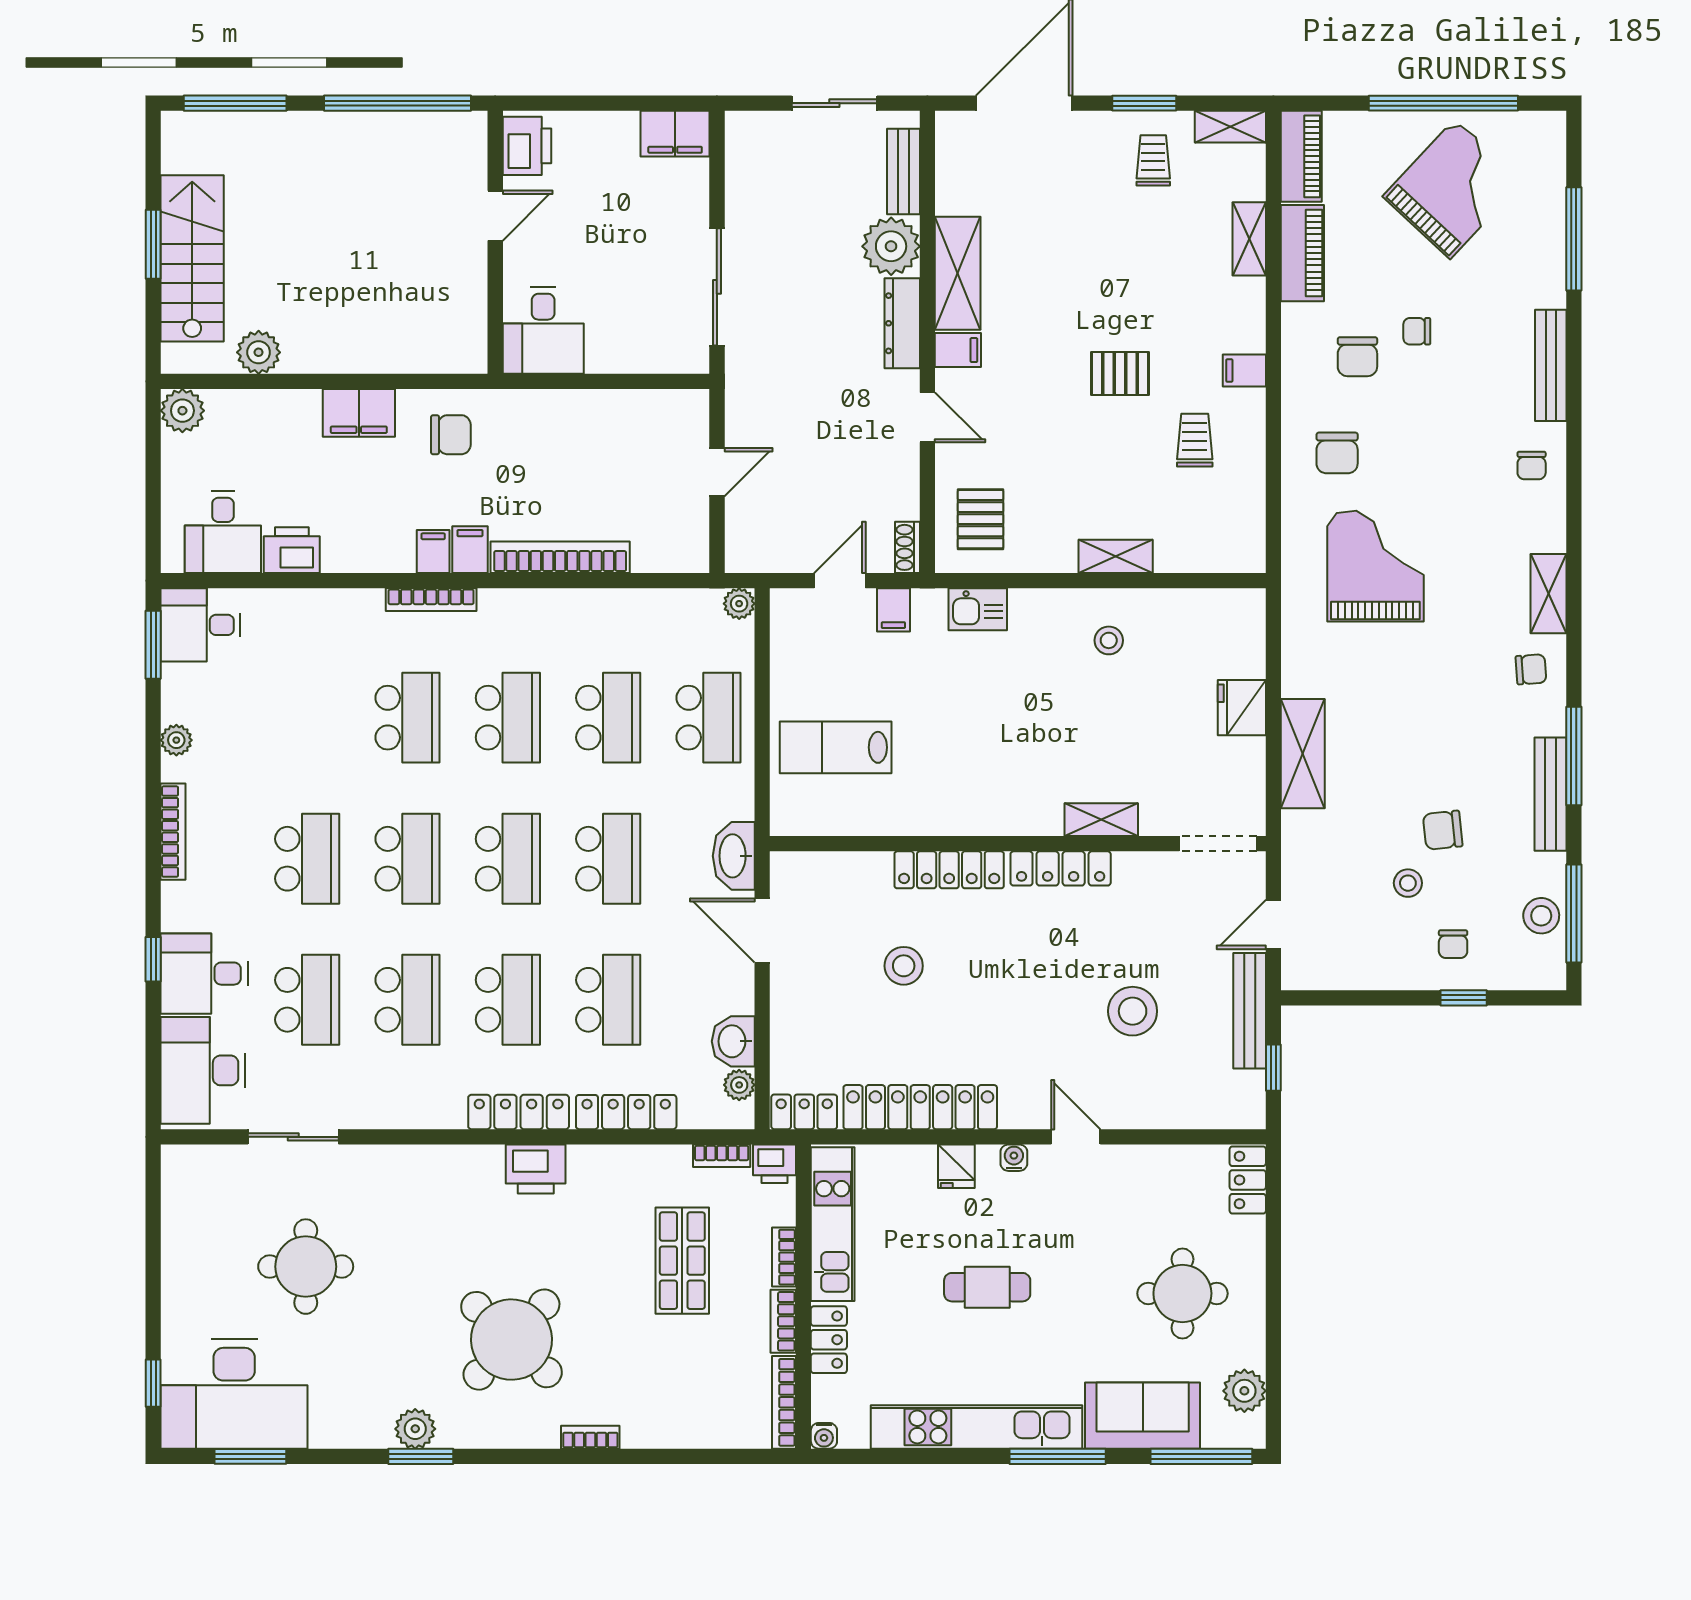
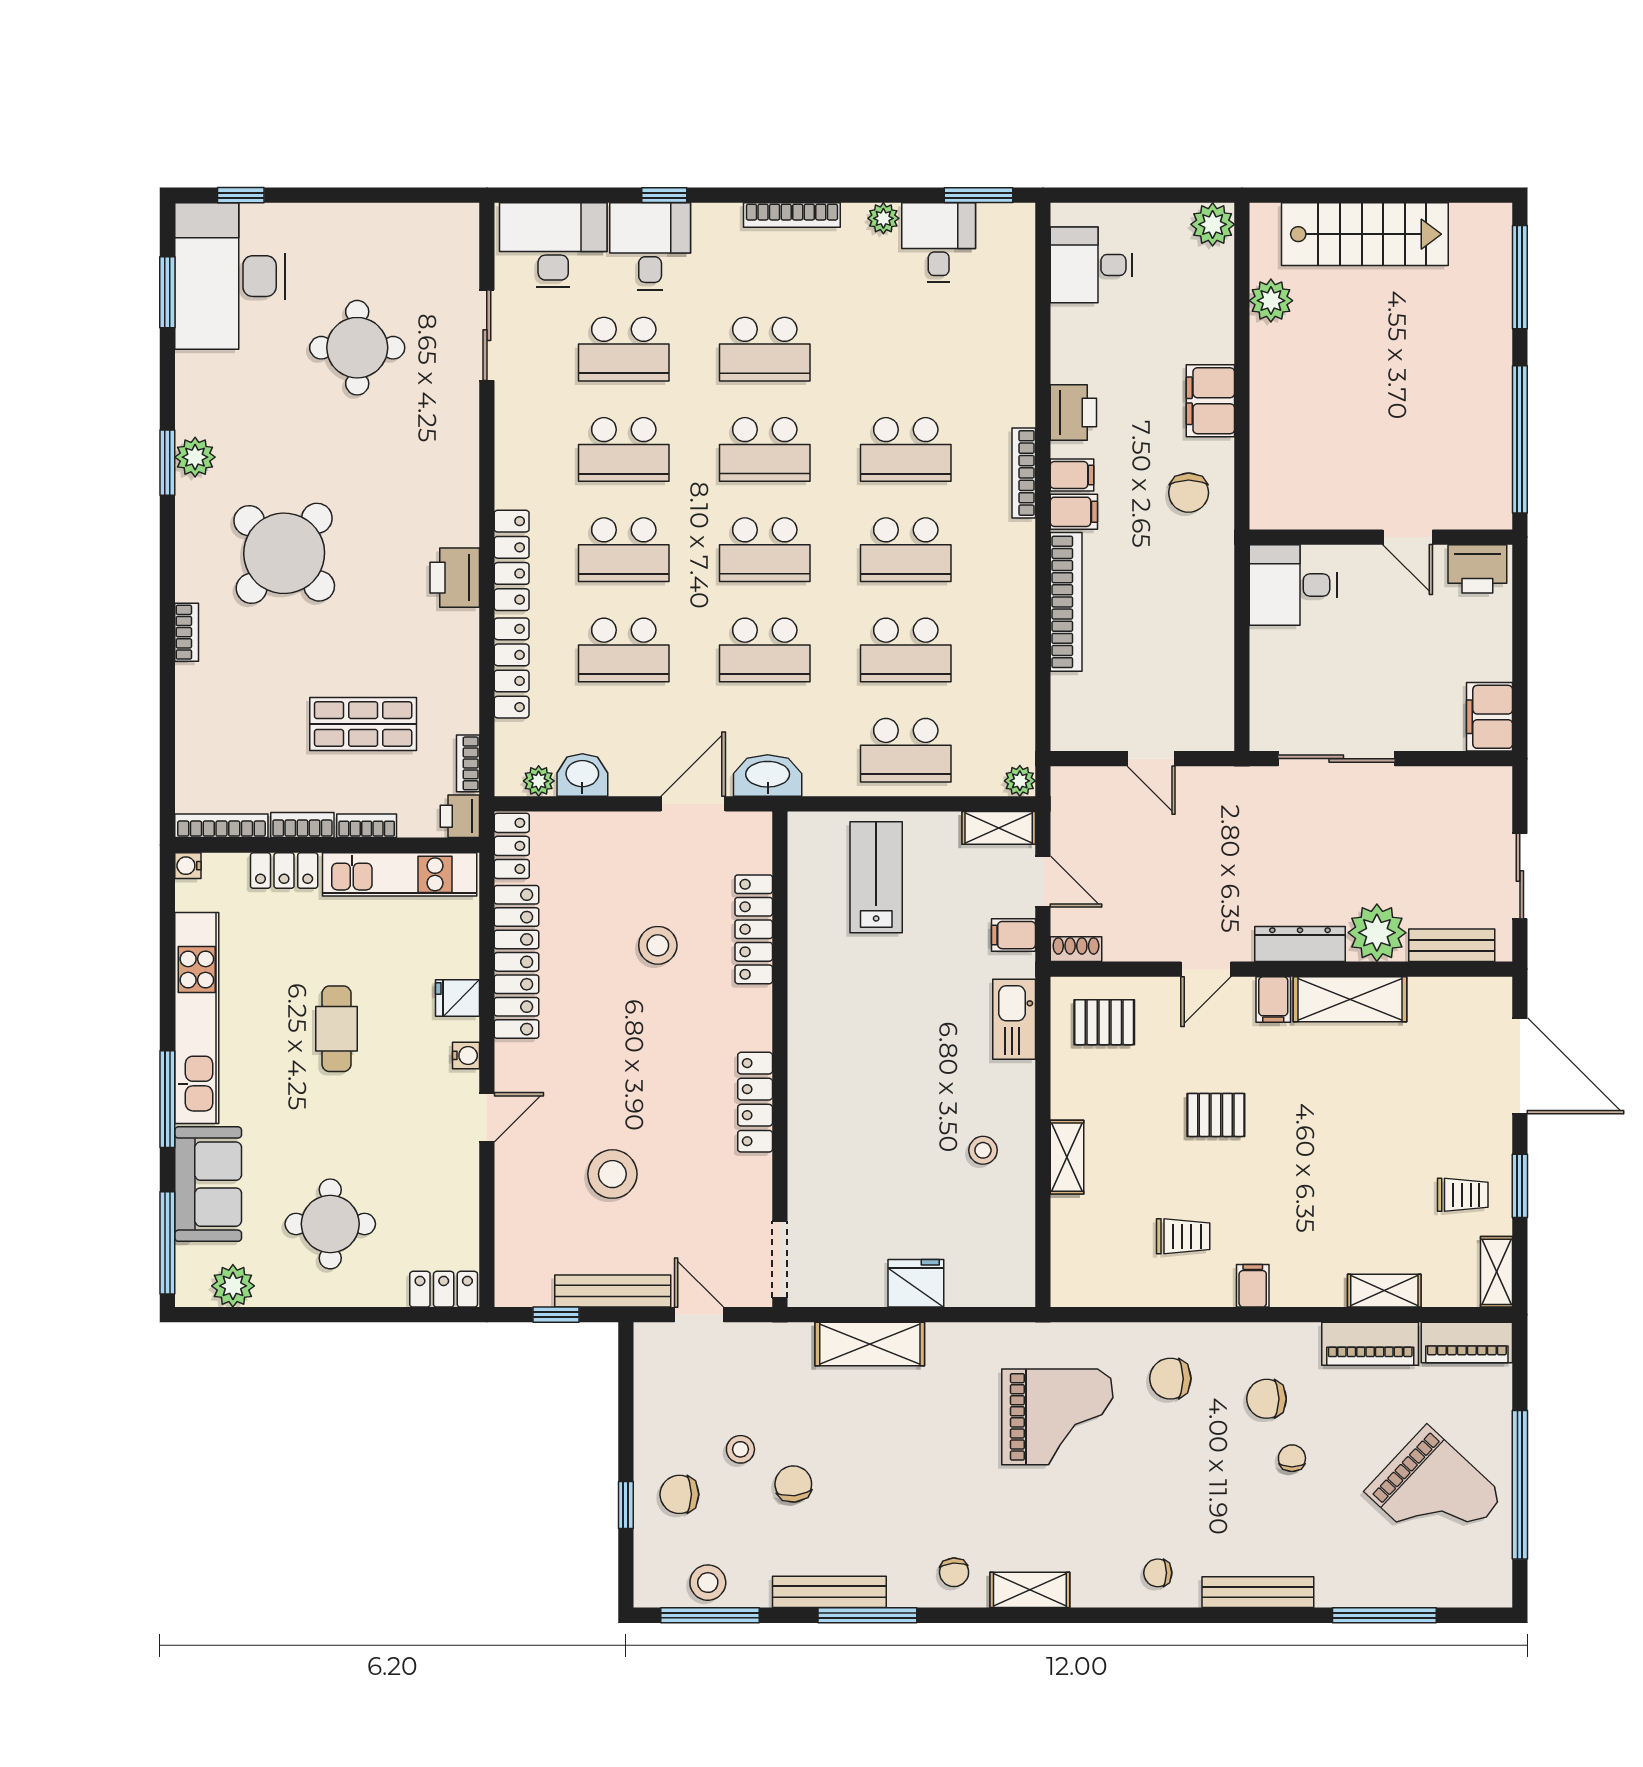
window: (153, 244) -> (1379, 195), removed
pallet: (1120, 374) -> (1216, 1115), moved, turned 90
printer: (292, 550) -> (1073, 413), moved
kitchen sink: (978, 609) -> (1014, 1019), width x1.38
desk: (200, 625) -> (939, 242), moved
shelving: (1101, 820) -> (999, 828), moved, turned 90
locker: (949, 870) -> (754, 929), moved
chair: (1453, 944) -> (679, 1494), width x1.37, depth x1.37

